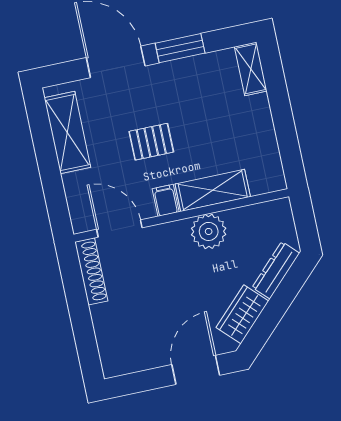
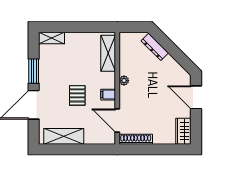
shelving: (213, 190) -> (108, 53), moved
door: (119, 229) -> (117, 121), hinge flipped
plant: (209, 231) -> (124, 81), width x0.53, depth x0.53
wardrobe: (242, 314) -> (183, 131), moved, turned 45

